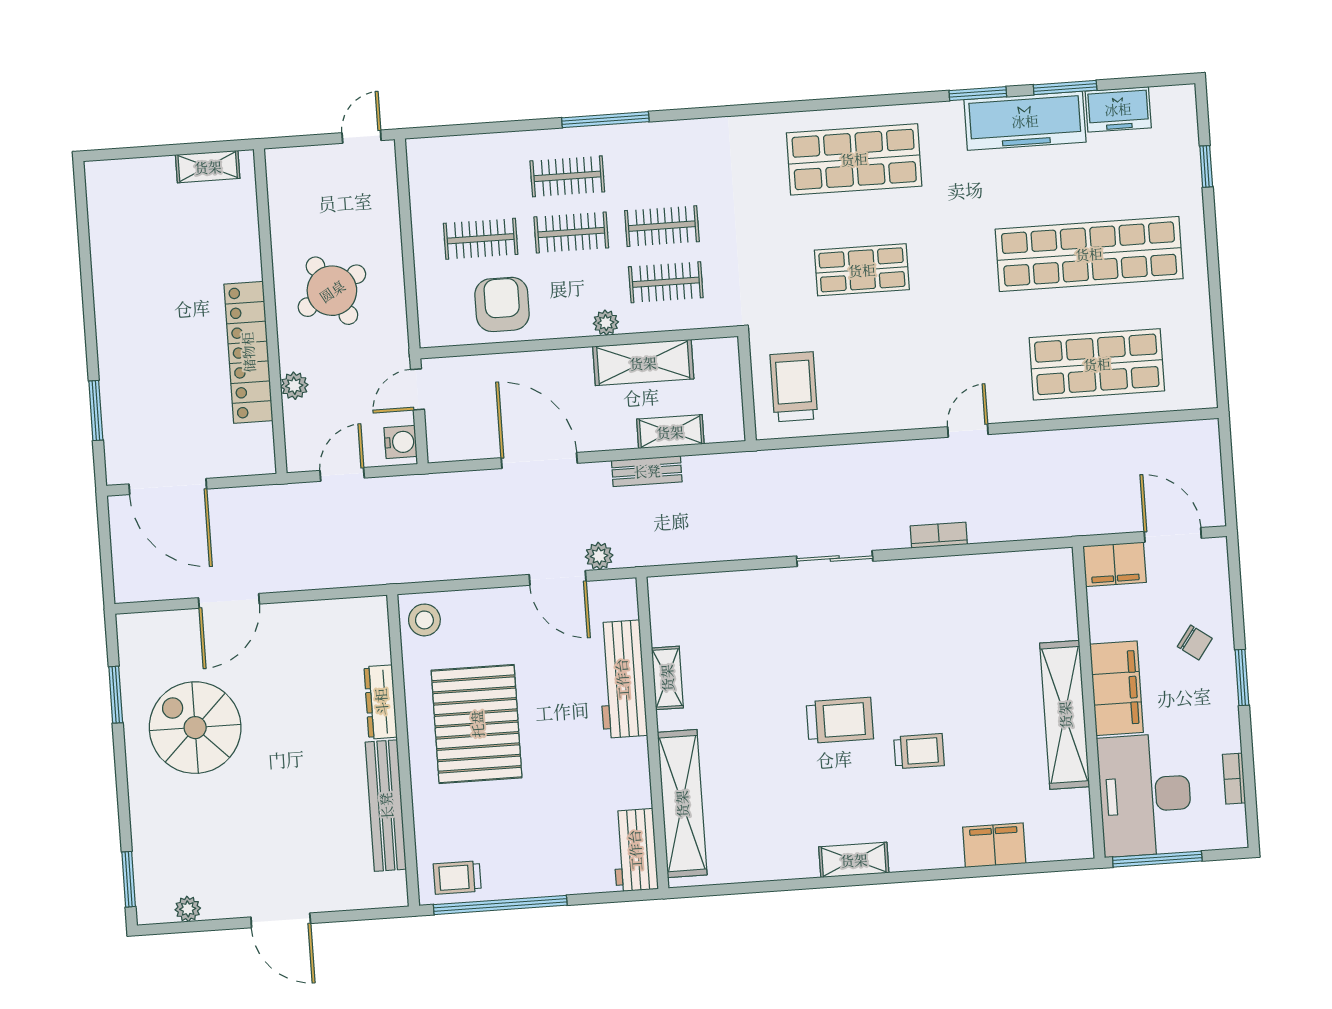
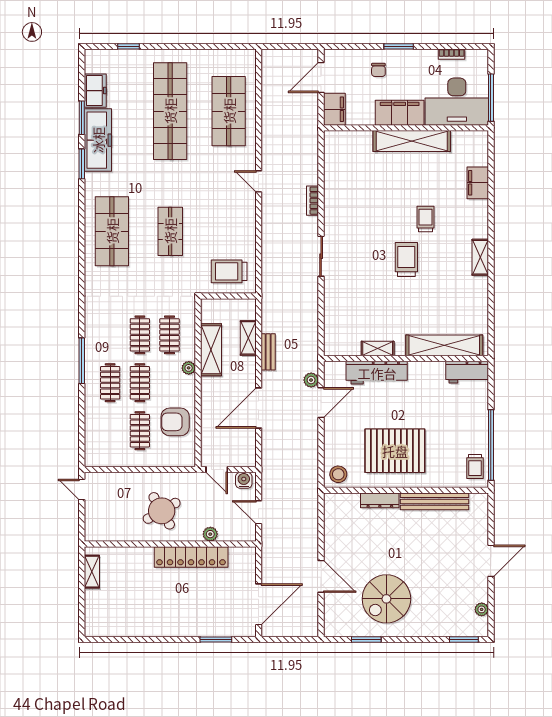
chair: (1195, 642) -> (378, 70), turned 144

